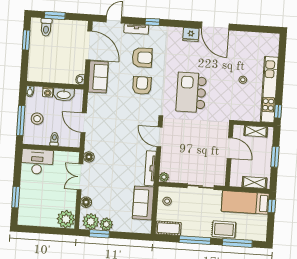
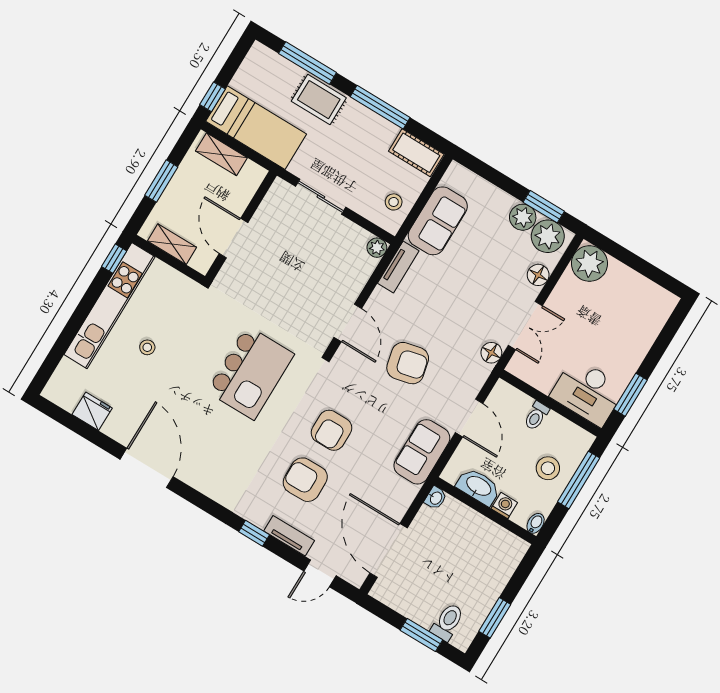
fridge: (191, 35) -> (92, 411), moved
sofa: (98, 77) -> (422, 452), moved
armchair: (124, 133) -> (408, 363), added
tv unit: (150, 168) -> (398, 267), width x0.71
window: (16, 197) -> (630, 395), moved

